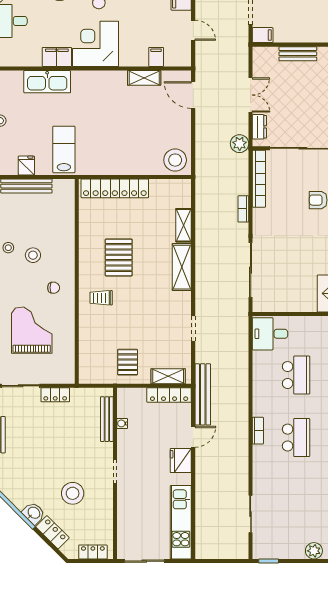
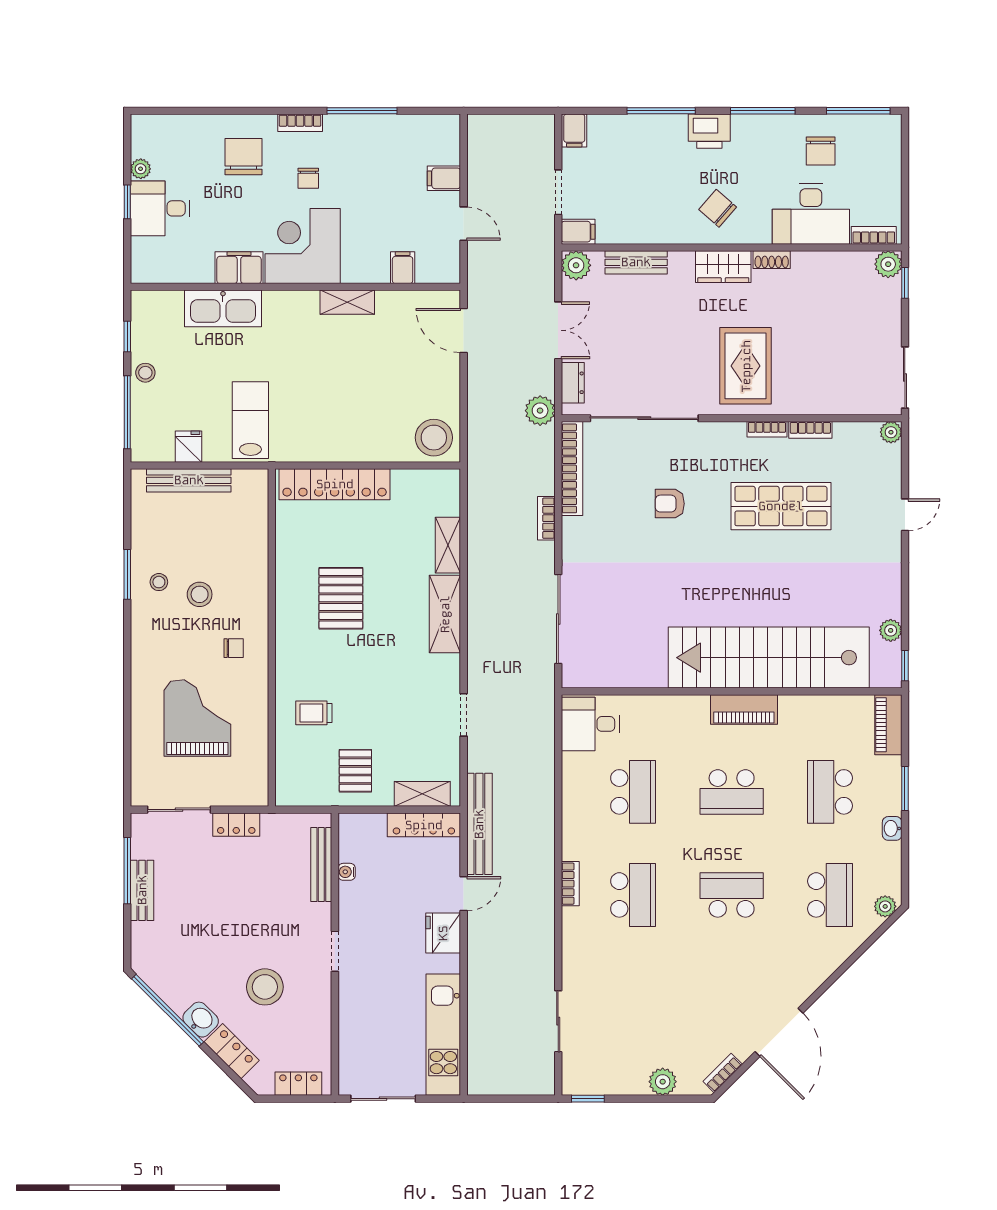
plant: (261, 56) -> (576, 265), added
shelving: (144, 78) -> (347, 302), moved
trolley: (101, 298) -> (314, 713), moved

